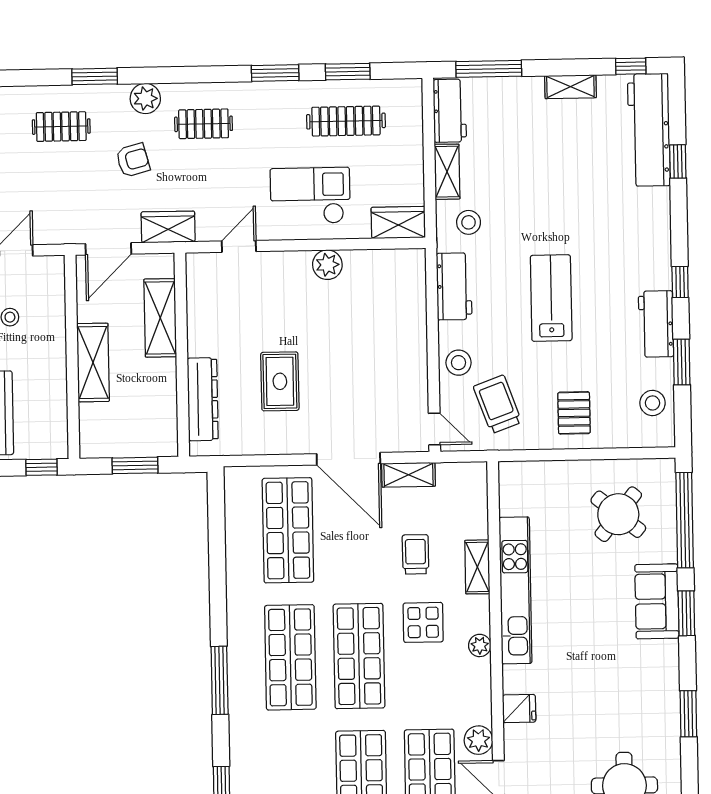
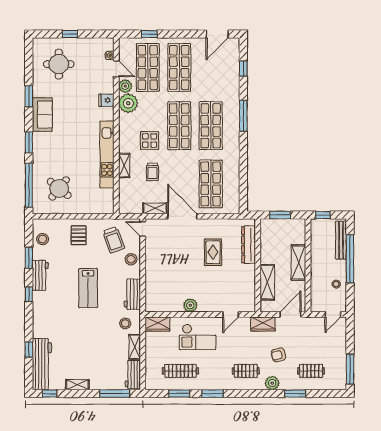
sofa: (657, 601) -> (42, 114), moved
plant: (480, 645) -> (128, 103), moved, width x1.87, depth x1.87

